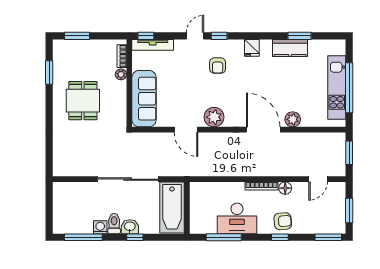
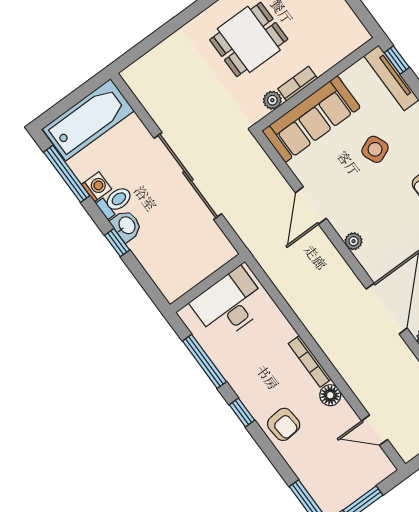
bookcase: (122, 56) -> (298, 84), moved
plant: (121, 74) -> (272, 100), moved
side table: (182, 78) -> (375, 149), added
plant: (214, 117) -> (354, 241), width x0.53, depth x0.53
bathtub: (172, 207) -> (88, 120), moved, turned 180
desk: (237, 218) -> (230, 304), moved, turned 90
window: (280, 237) -> (242, 413), moved

